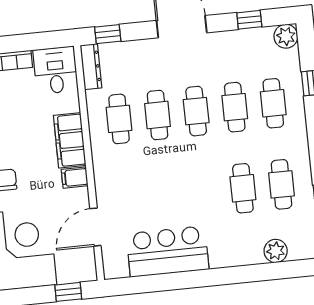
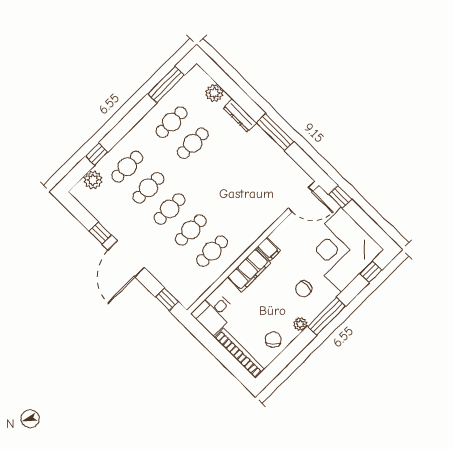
window: (249, 20) -> (100, 233), moved
plant: (286, 36) -> (93, 180), moved
dresser: (91, 67) -> (240, 115), moved, turned -90
door: (95, 227) -> (301, 200), moved
bar counter: (168, 251) -> (267, 157), removed
window: (187, 280) -> (275, 132), added

